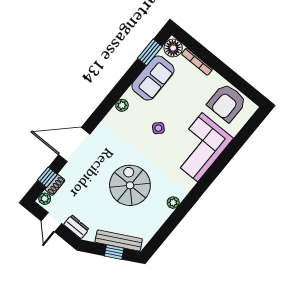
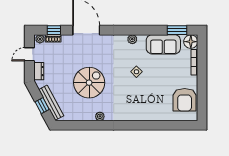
armchair: (227, 103) -> (185, 100), turned -90
corner sofa: (200, 147) -> (145, 105), removed

